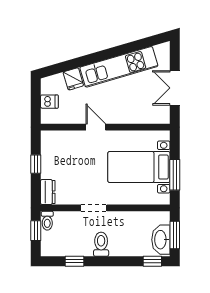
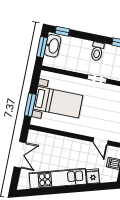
door: (96, 127) -> (100, 141), moved
window: (175, 175) -> (30, 105), moved

